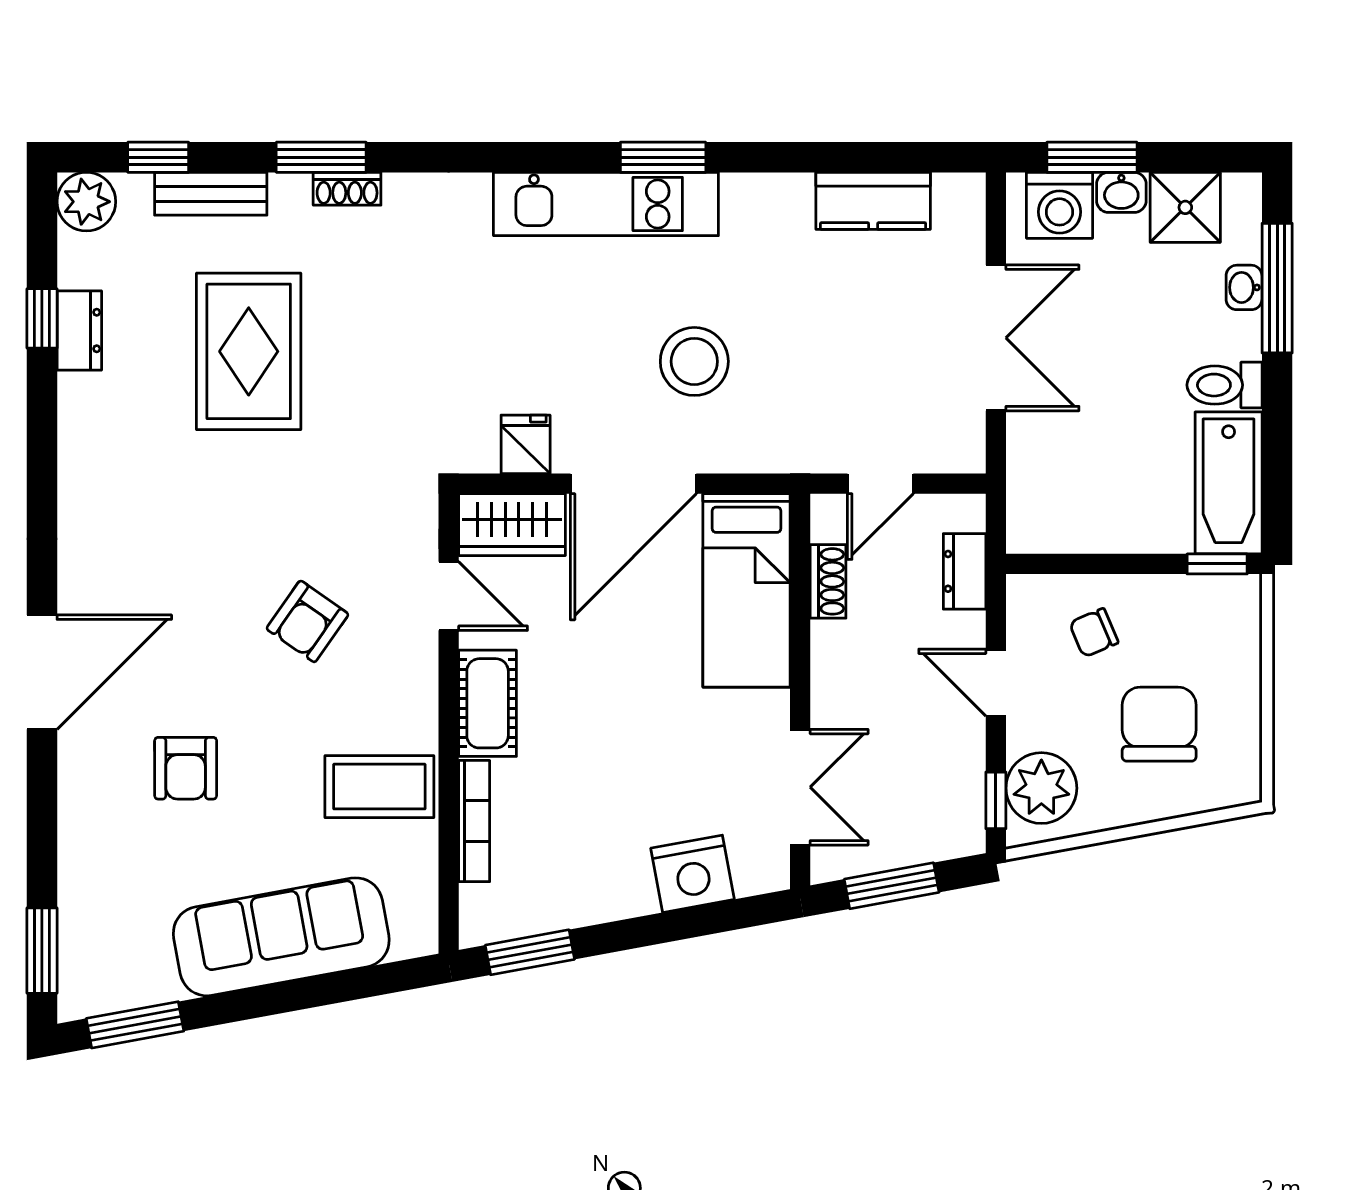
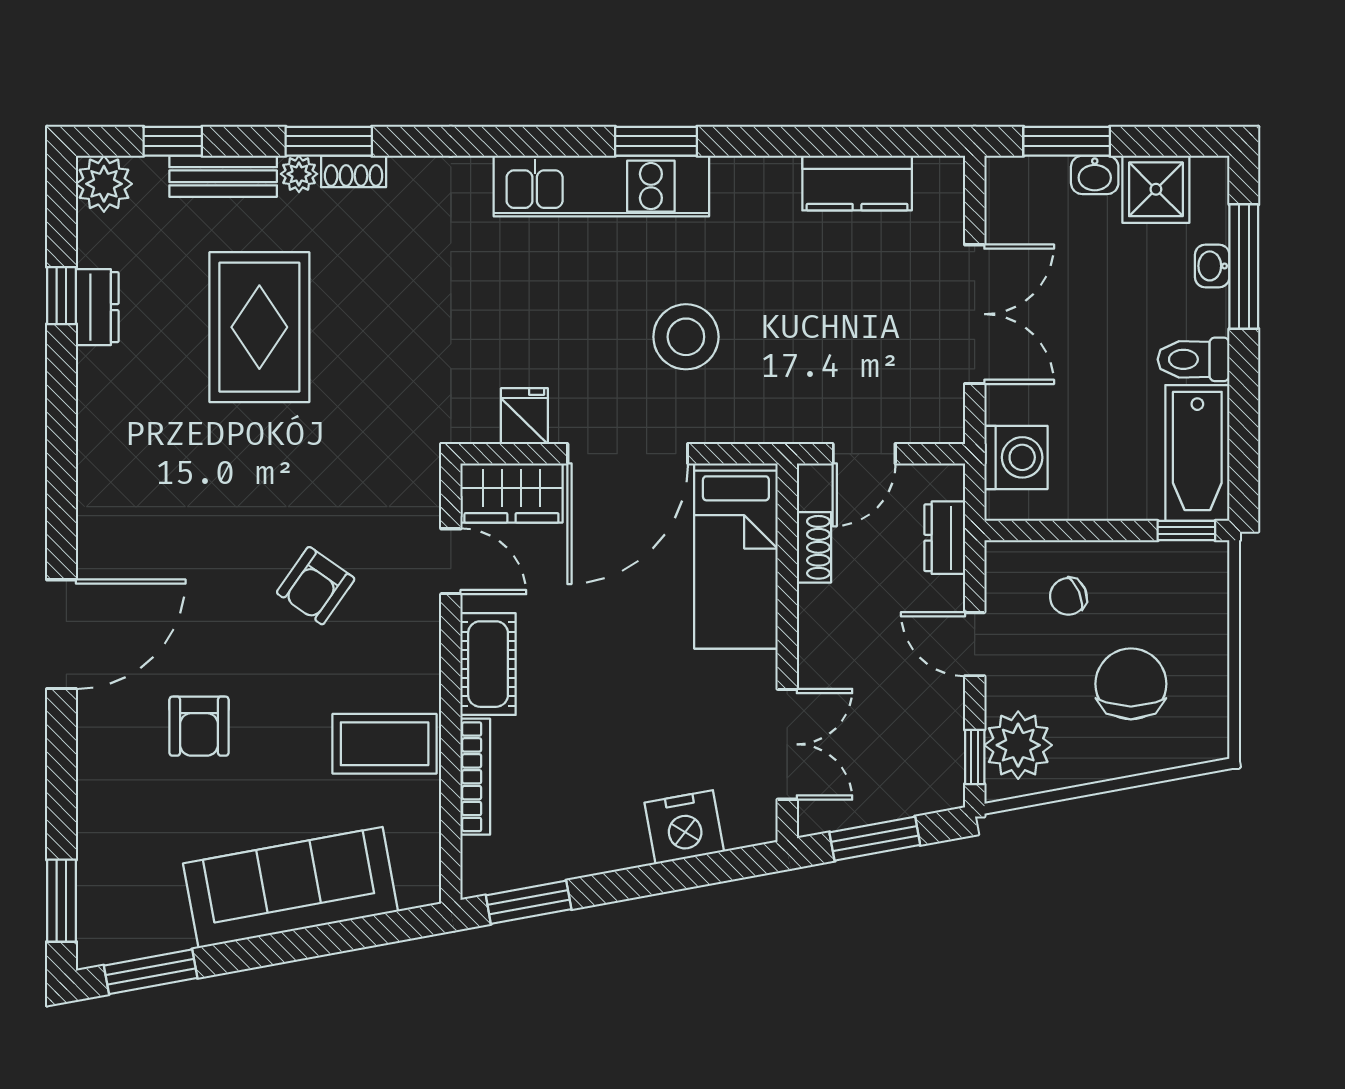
plant: (290, 191) -> (299, 174), added
washing machine: (1059, 205) -> (1016, 457), moved, turned -90

